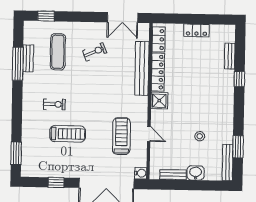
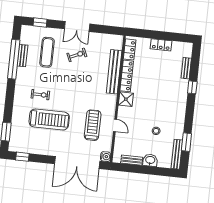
double door: (123, 18) -> (77, 26), moved
window: (18, 64) -> (14, 59), width x1.46
treadmill: (68, 134) -> (49, 120), width x1.37, depth x1.38
window: (56, 183) -> (22, 157), moved

